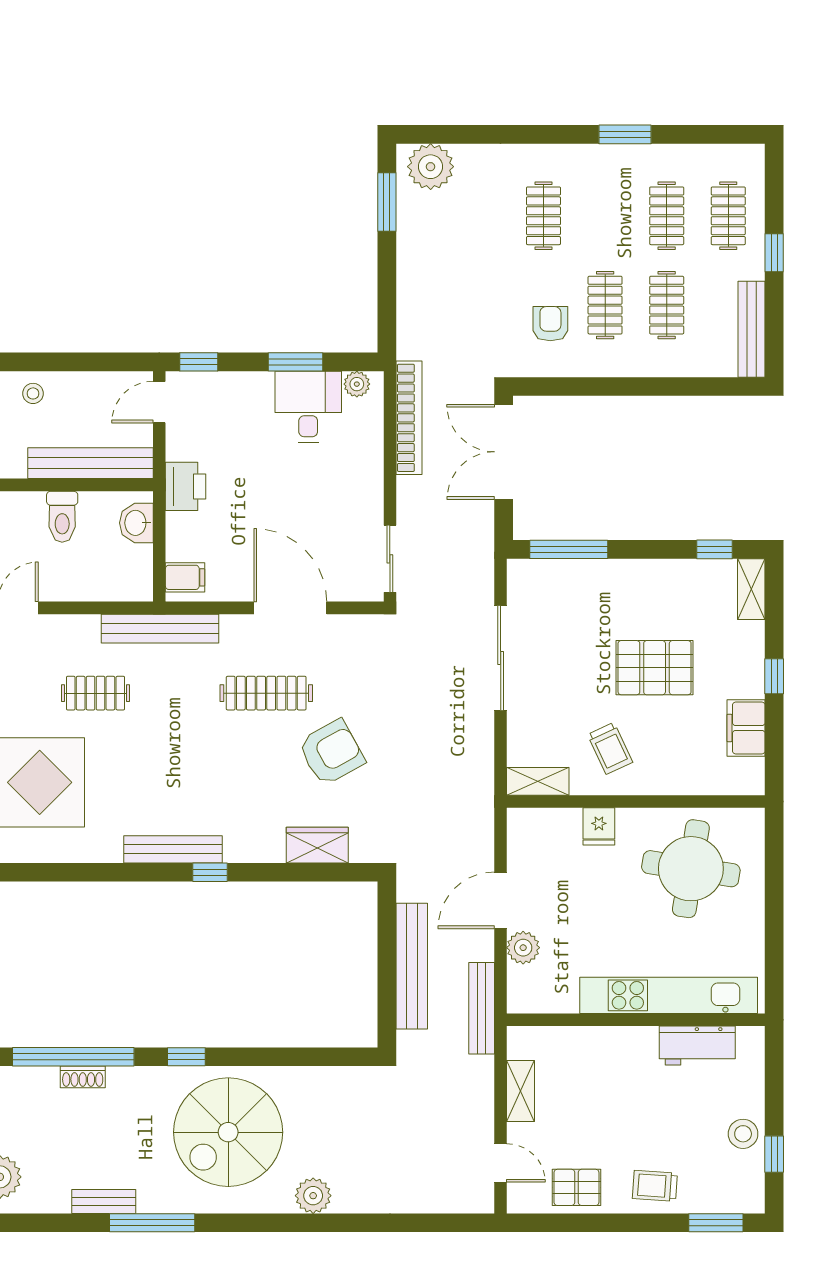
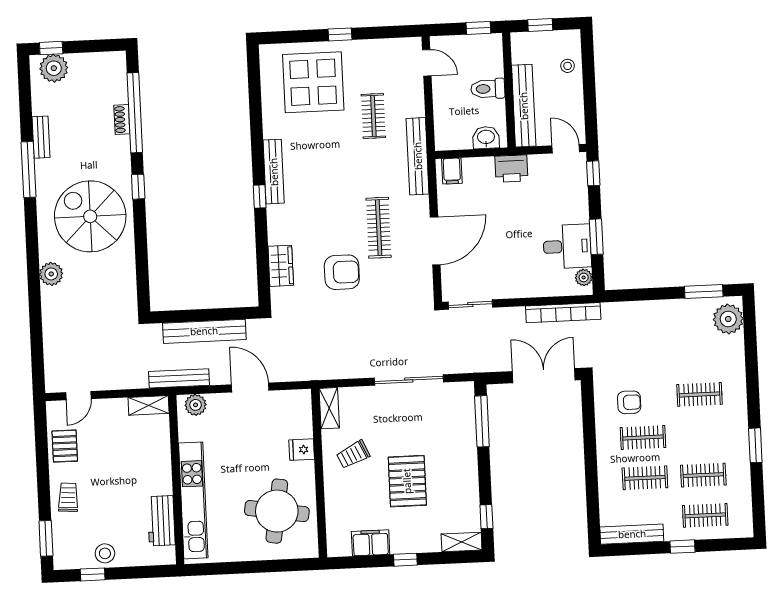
armchair: (331, 752) -> (342, 272), turned -61
plant: (523, 948) -> (196, 405), moved
shelving: (521, 1091) -> (149, 405), moved

